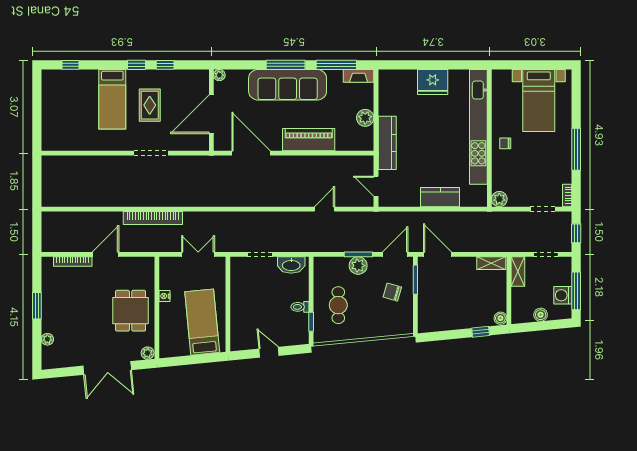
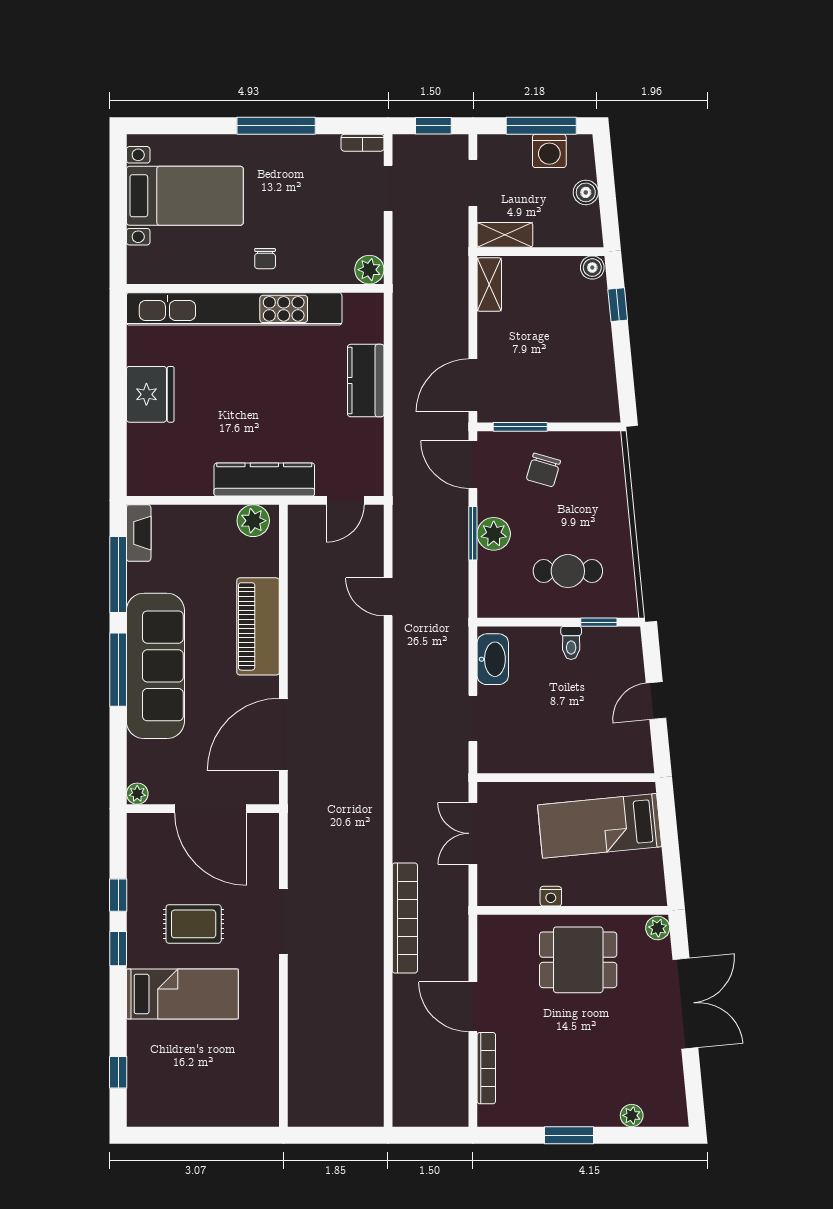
plant: (365, 118) -> (253, 521), moved

